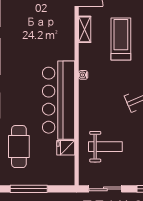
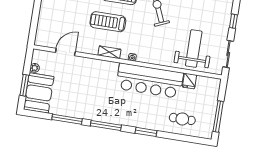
shelving: (85, 29) -> (109, 52), moved
cafe table: (19, 147) -> (182, 119), width x0.73, depth x0.74
weight bench: (105, 147) -> (194, 48), width x1.36, depth x1.33

